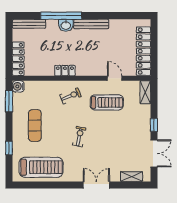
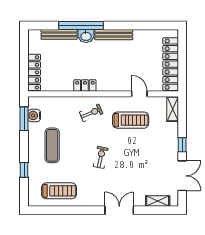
bench: (29, 24) -> (59, 34), moved
water cooler: (18, 86) -> (34, 115), moved
treadmill: (41, 167) -> (59, 191), width x0.73, depth x0.73

